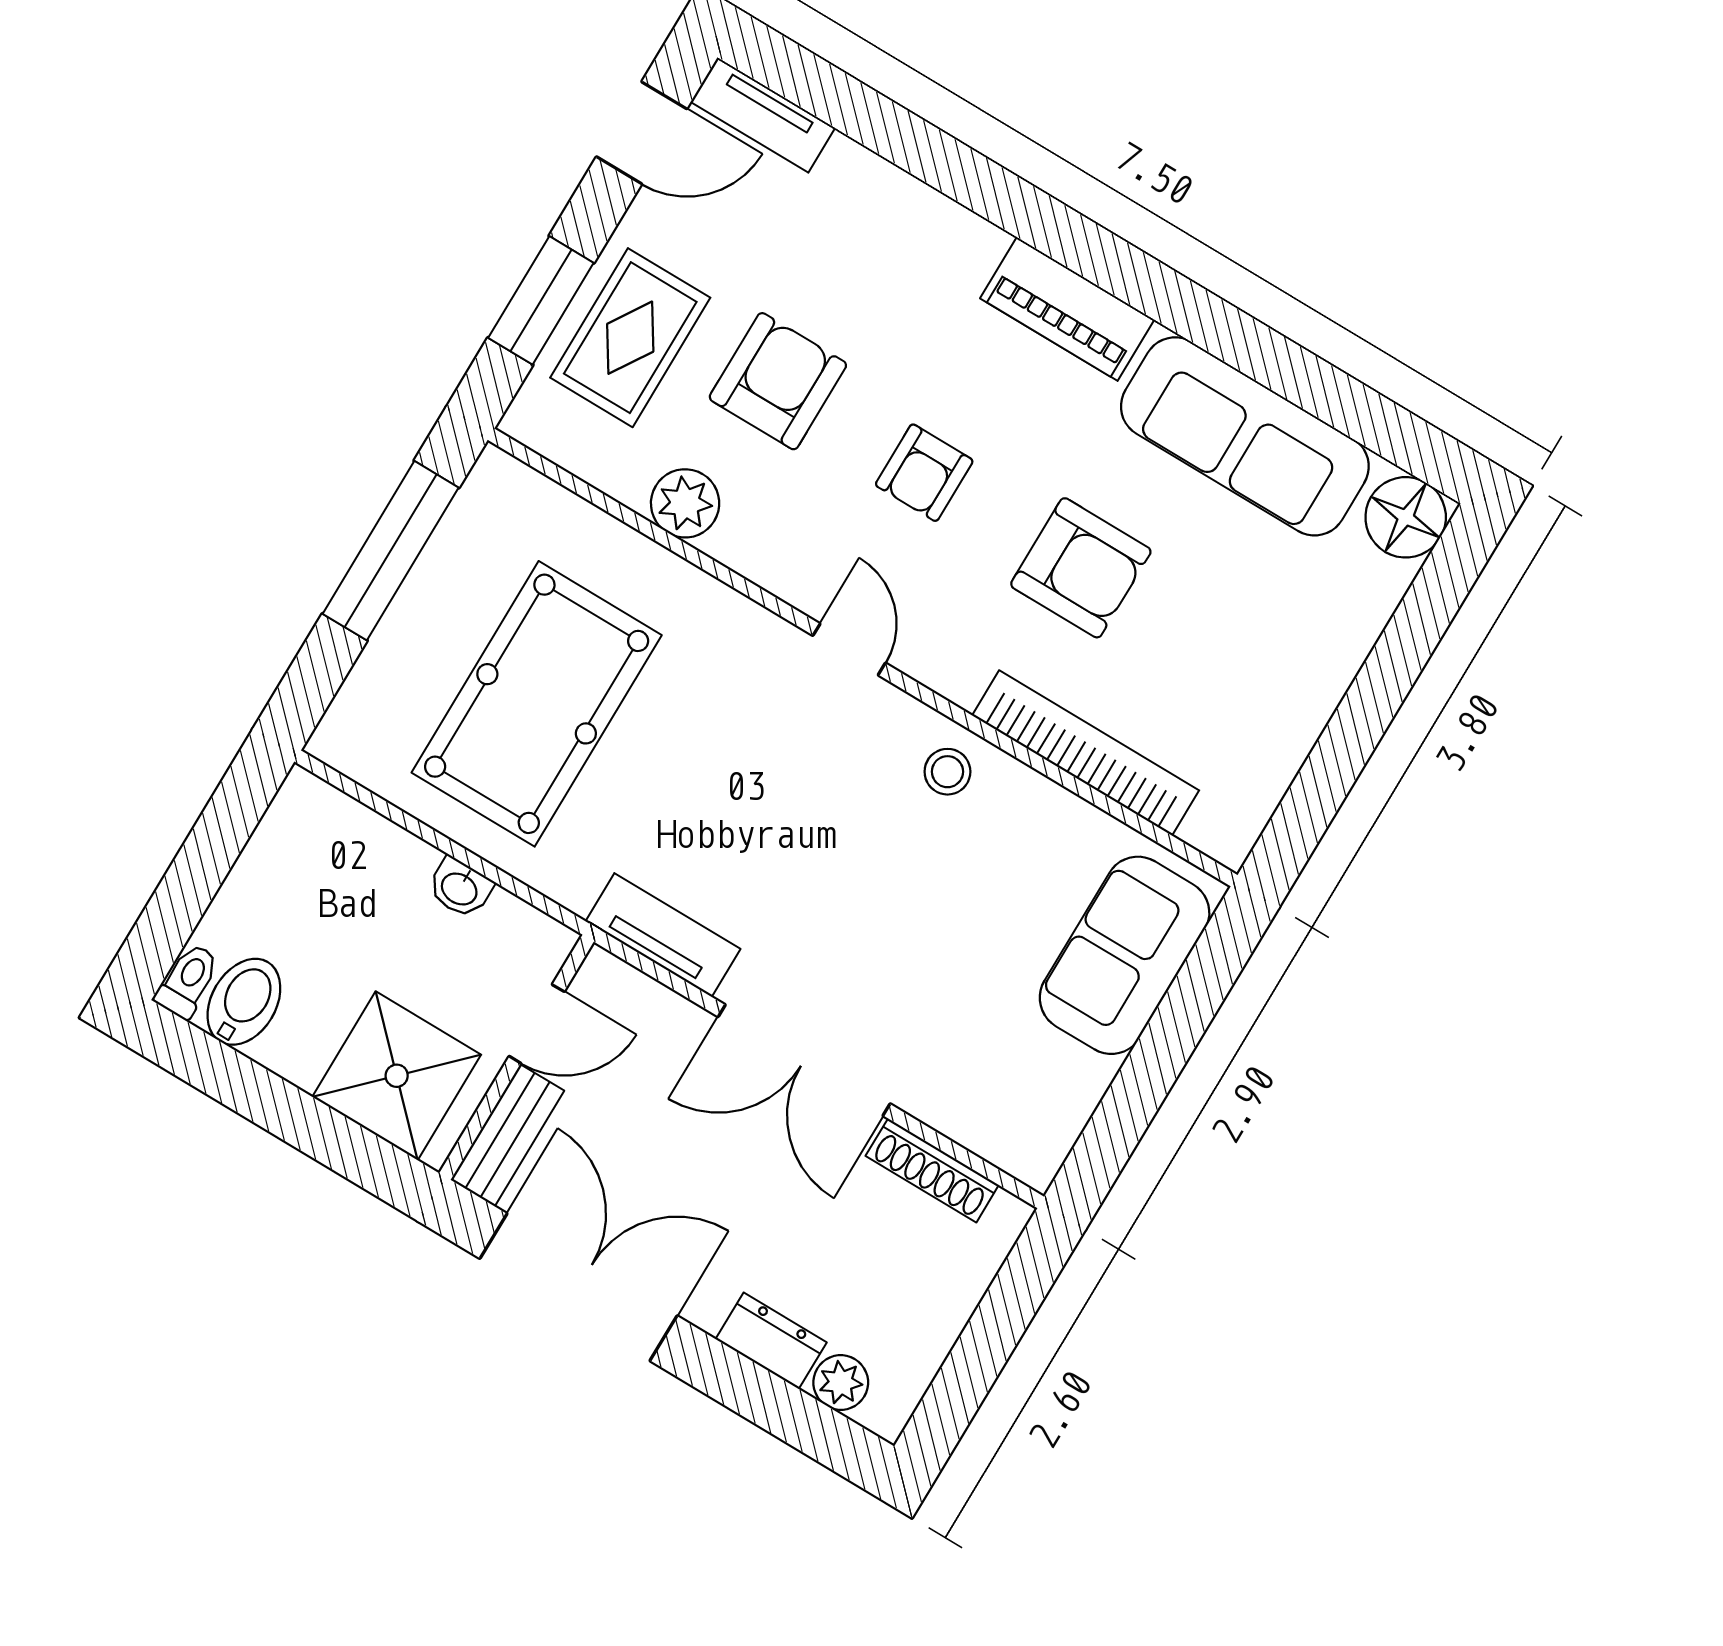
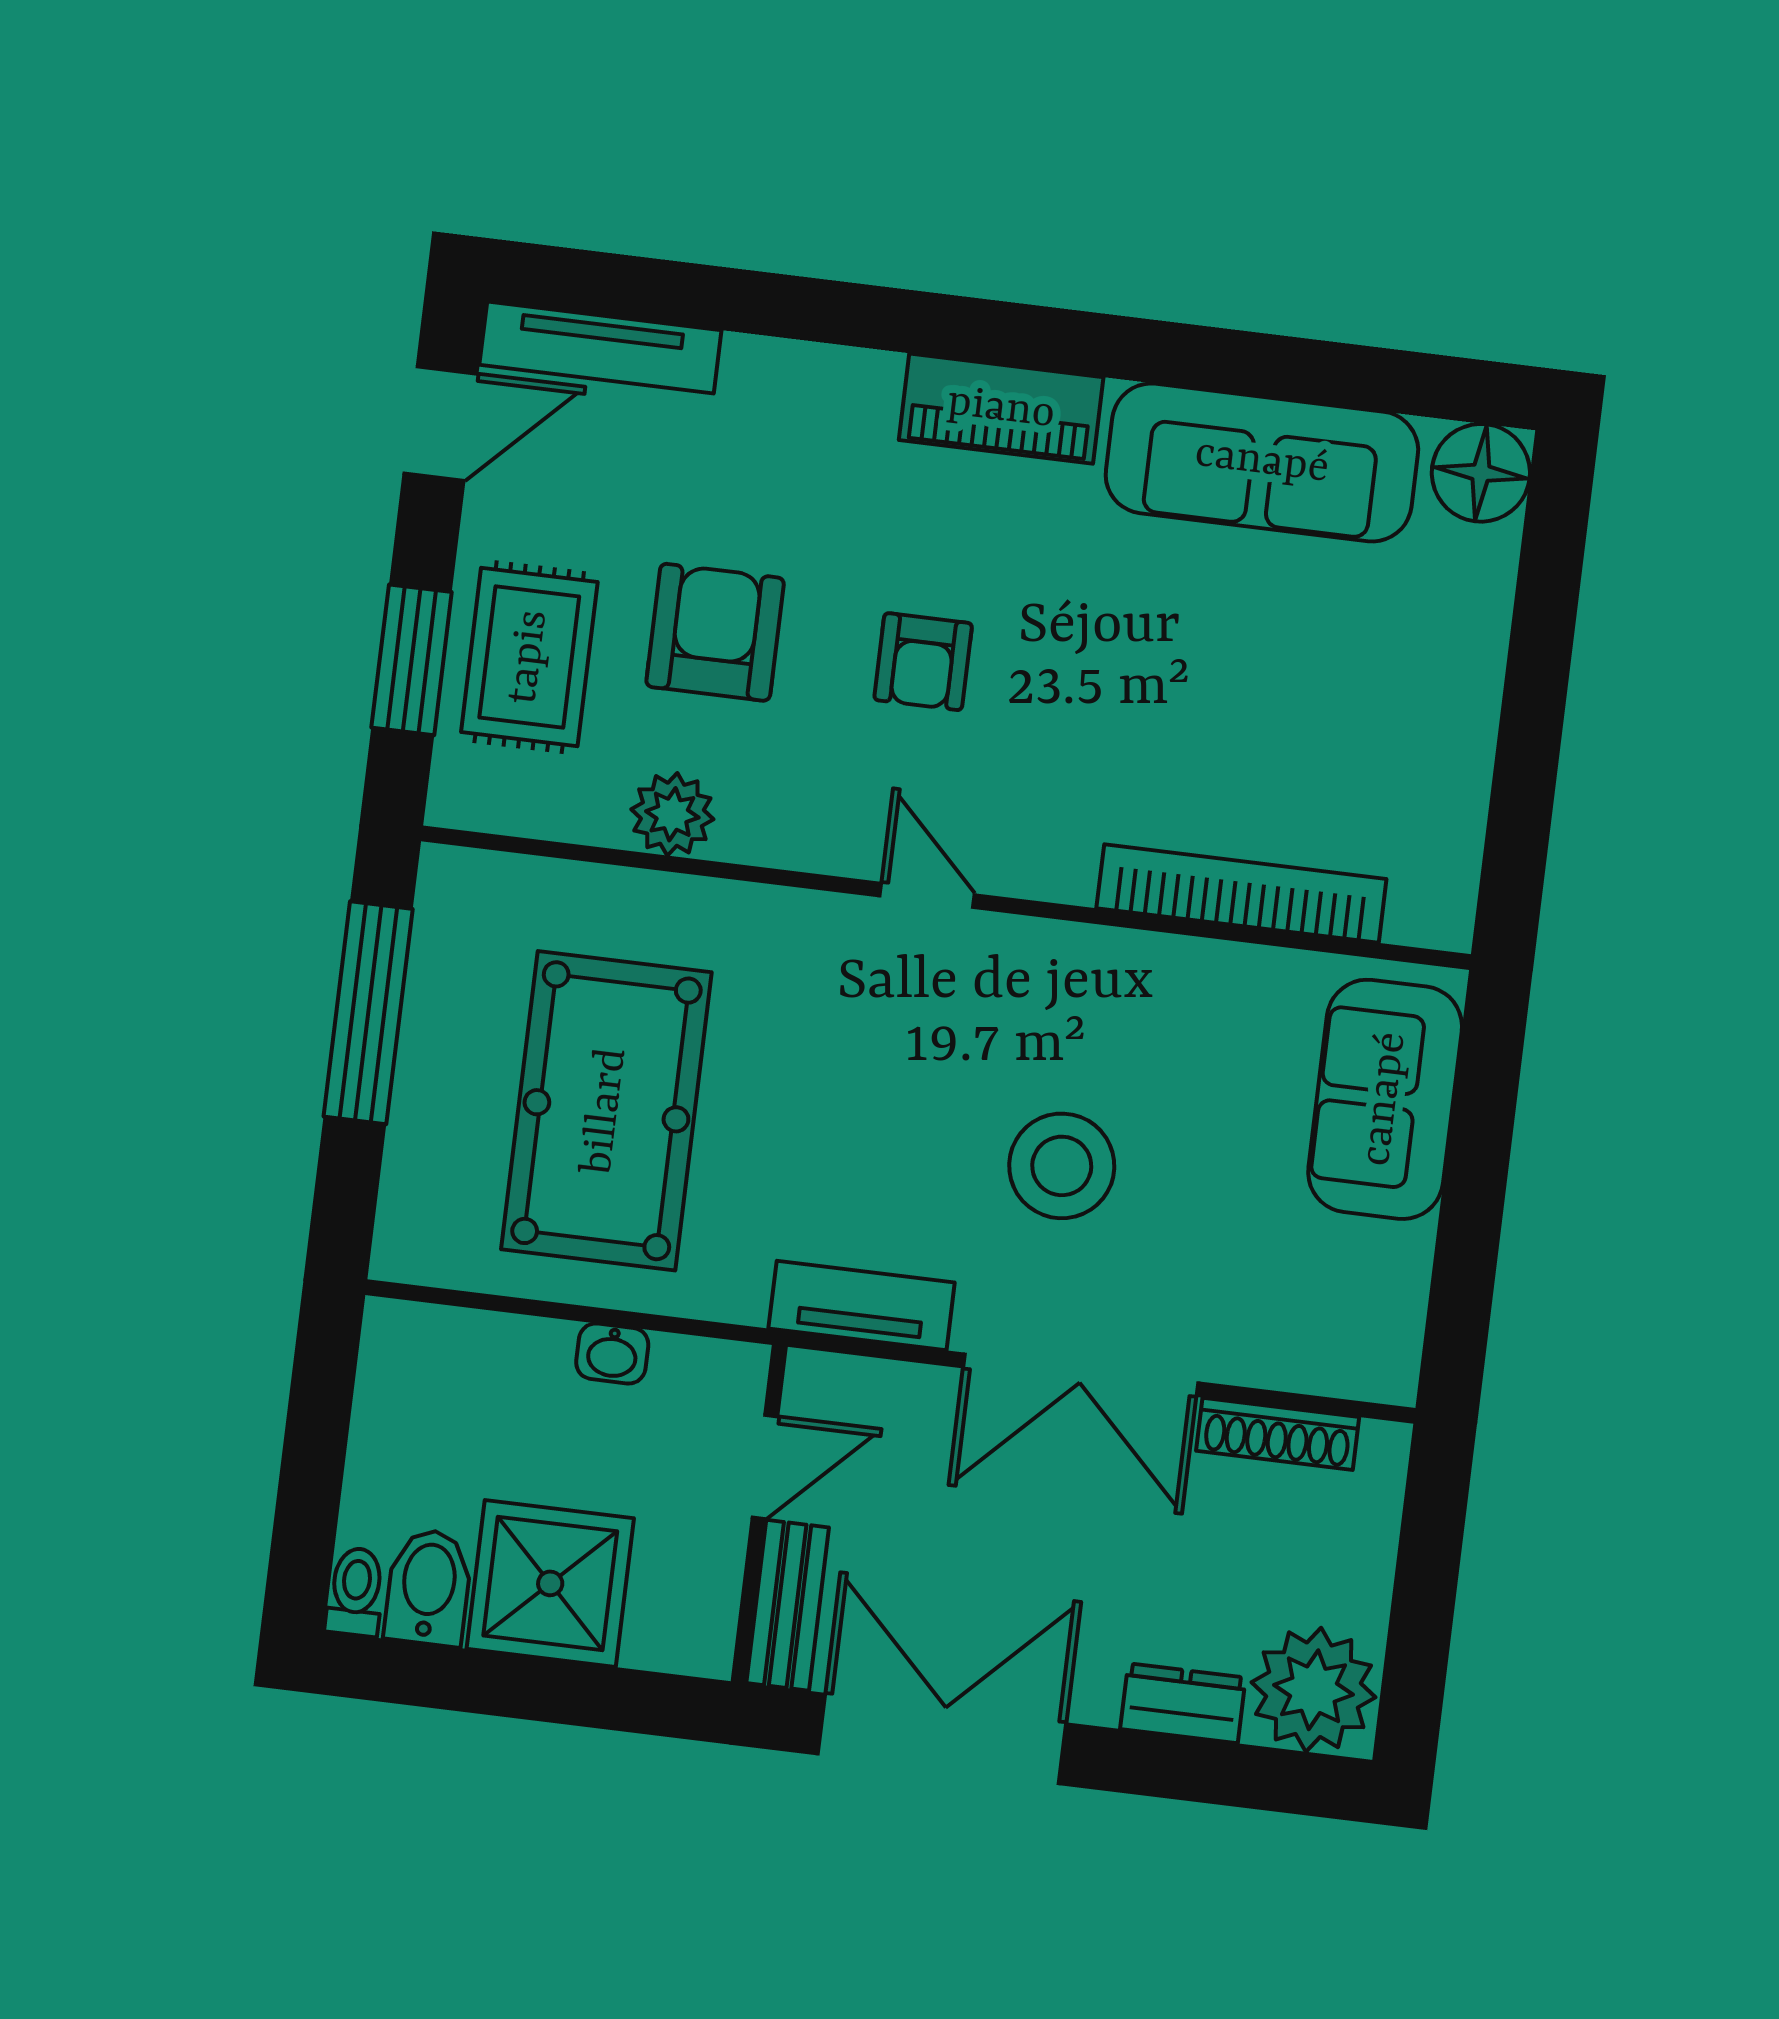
tv unit: (763, 115) -> (600, 348), width x1.41
armchair: (1081, 568) -> (1145, 690), removed
stool: (947, 772) -> (1062, 1166), moved, width x1.89, depth x1.89
shower: (397, 1076) -> (550, 1583), moved
plant: (841, 1383) -> (1313, 1690), width x1.87, depth x1.87

